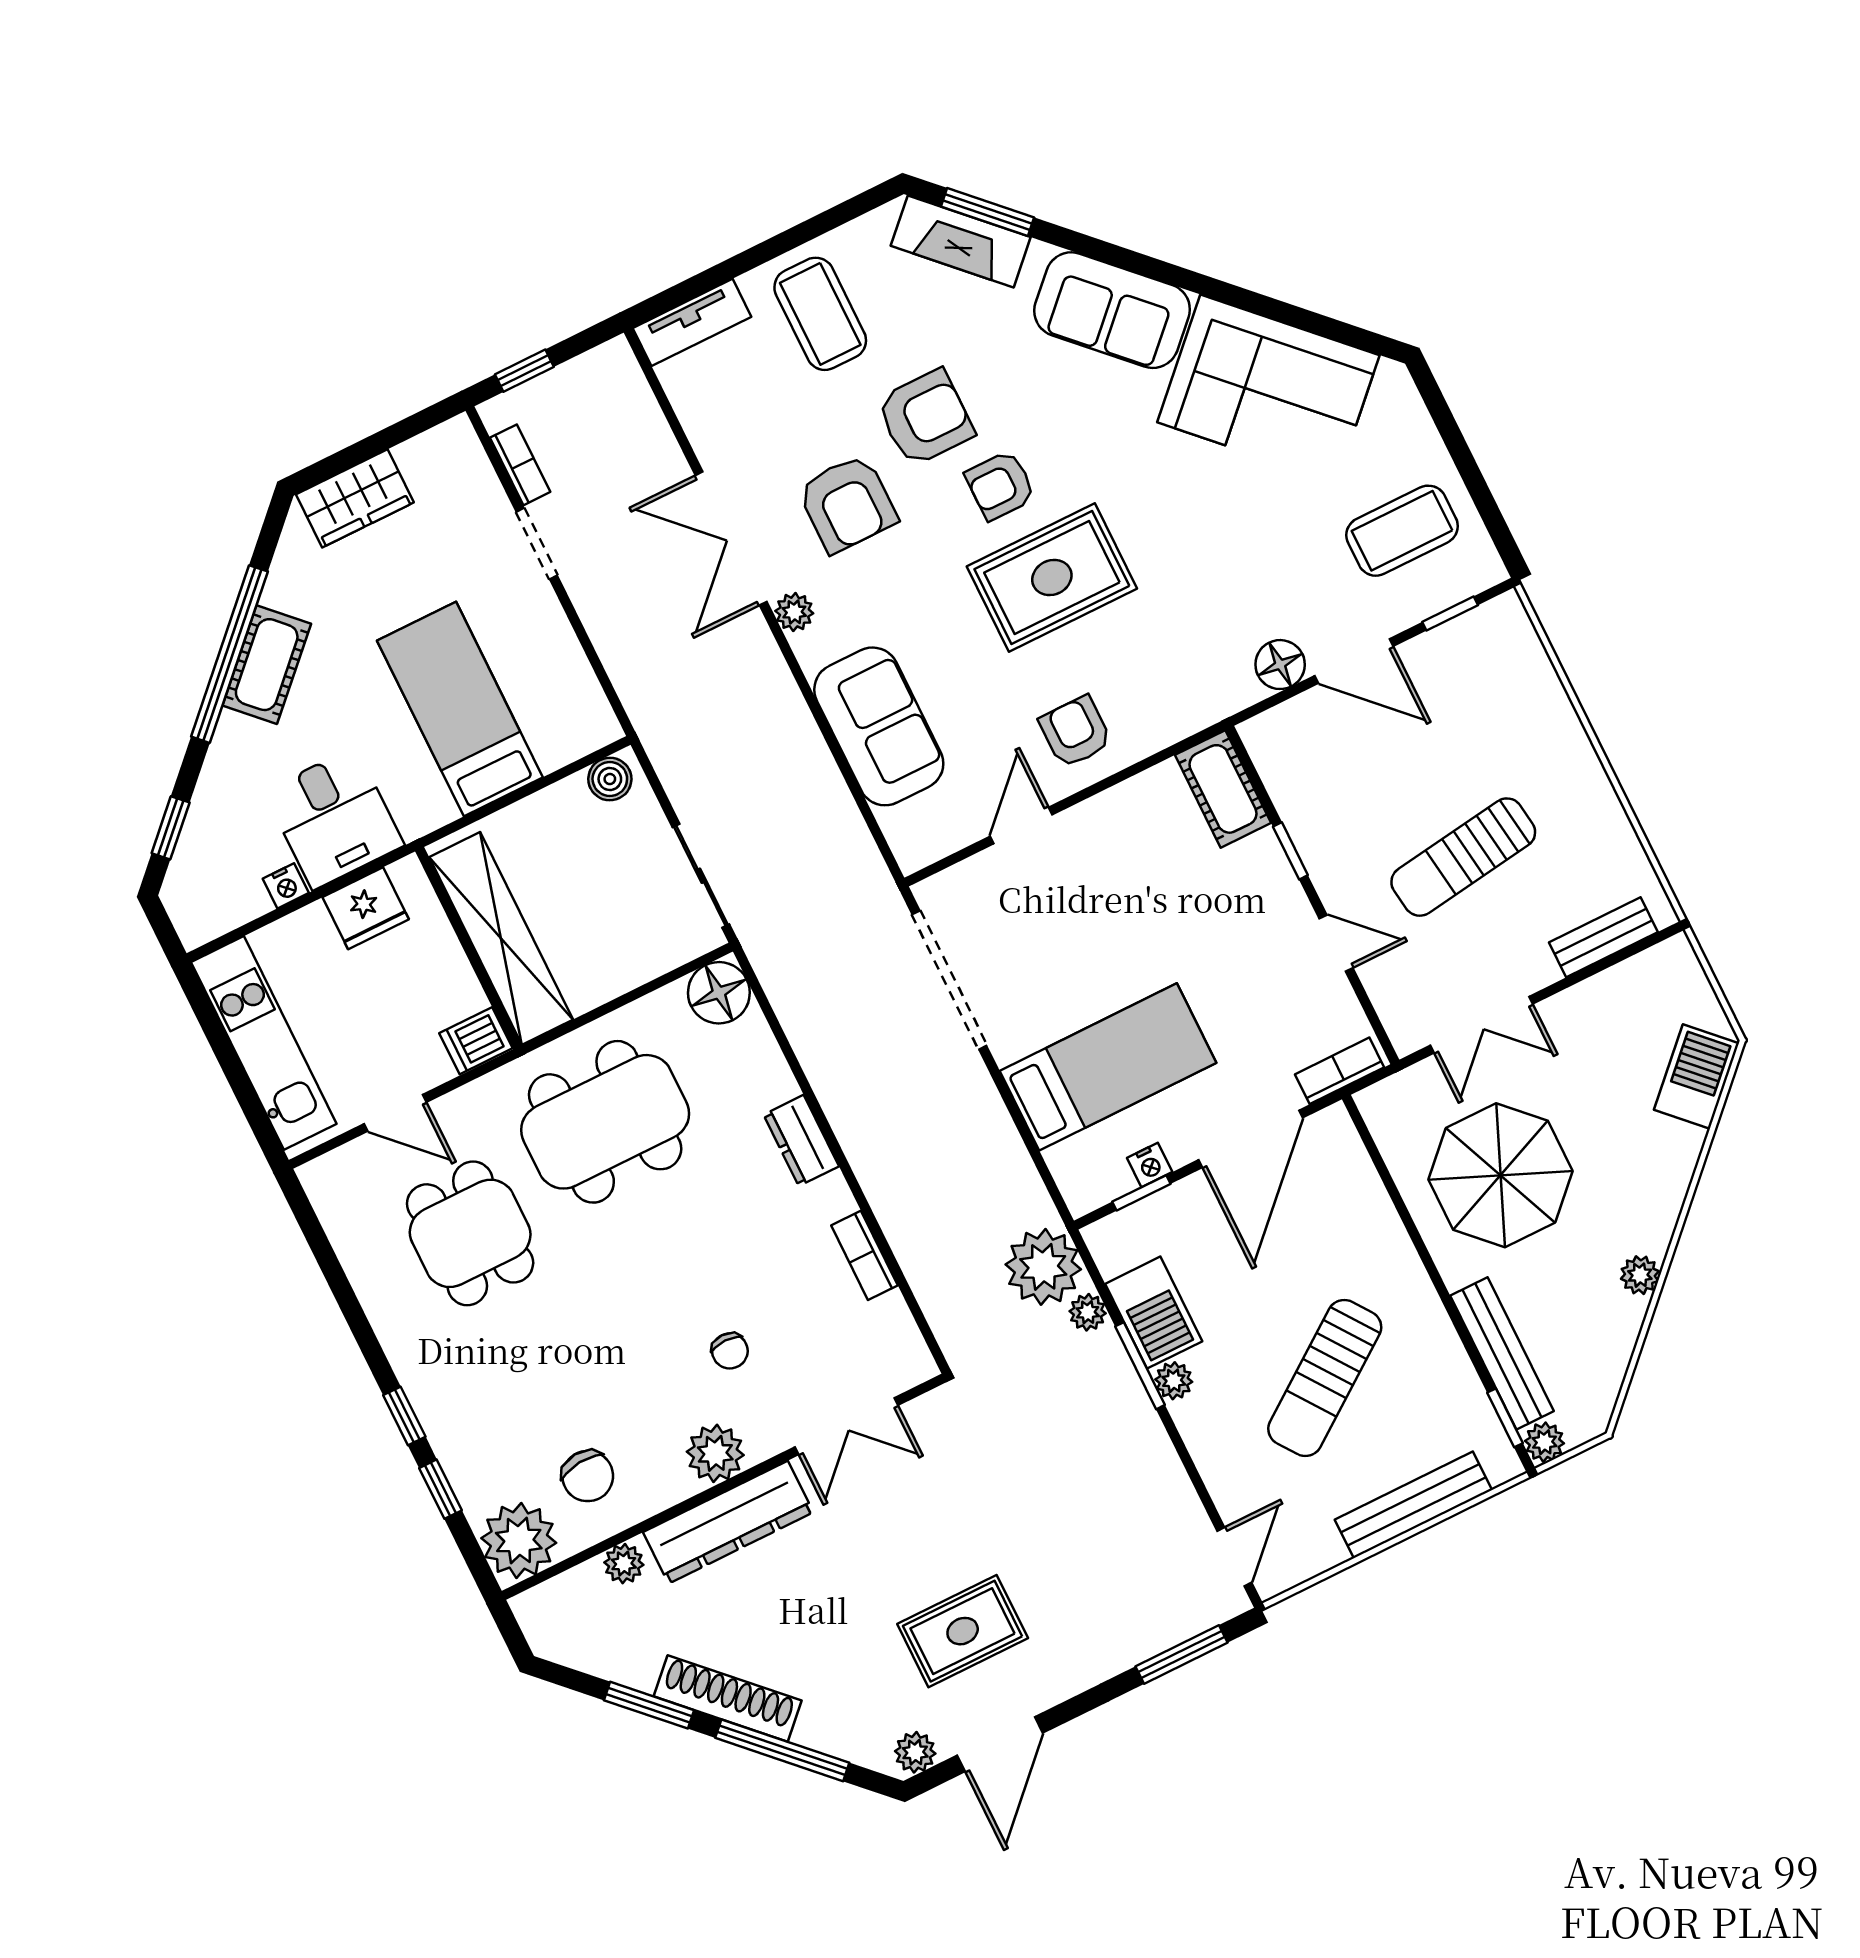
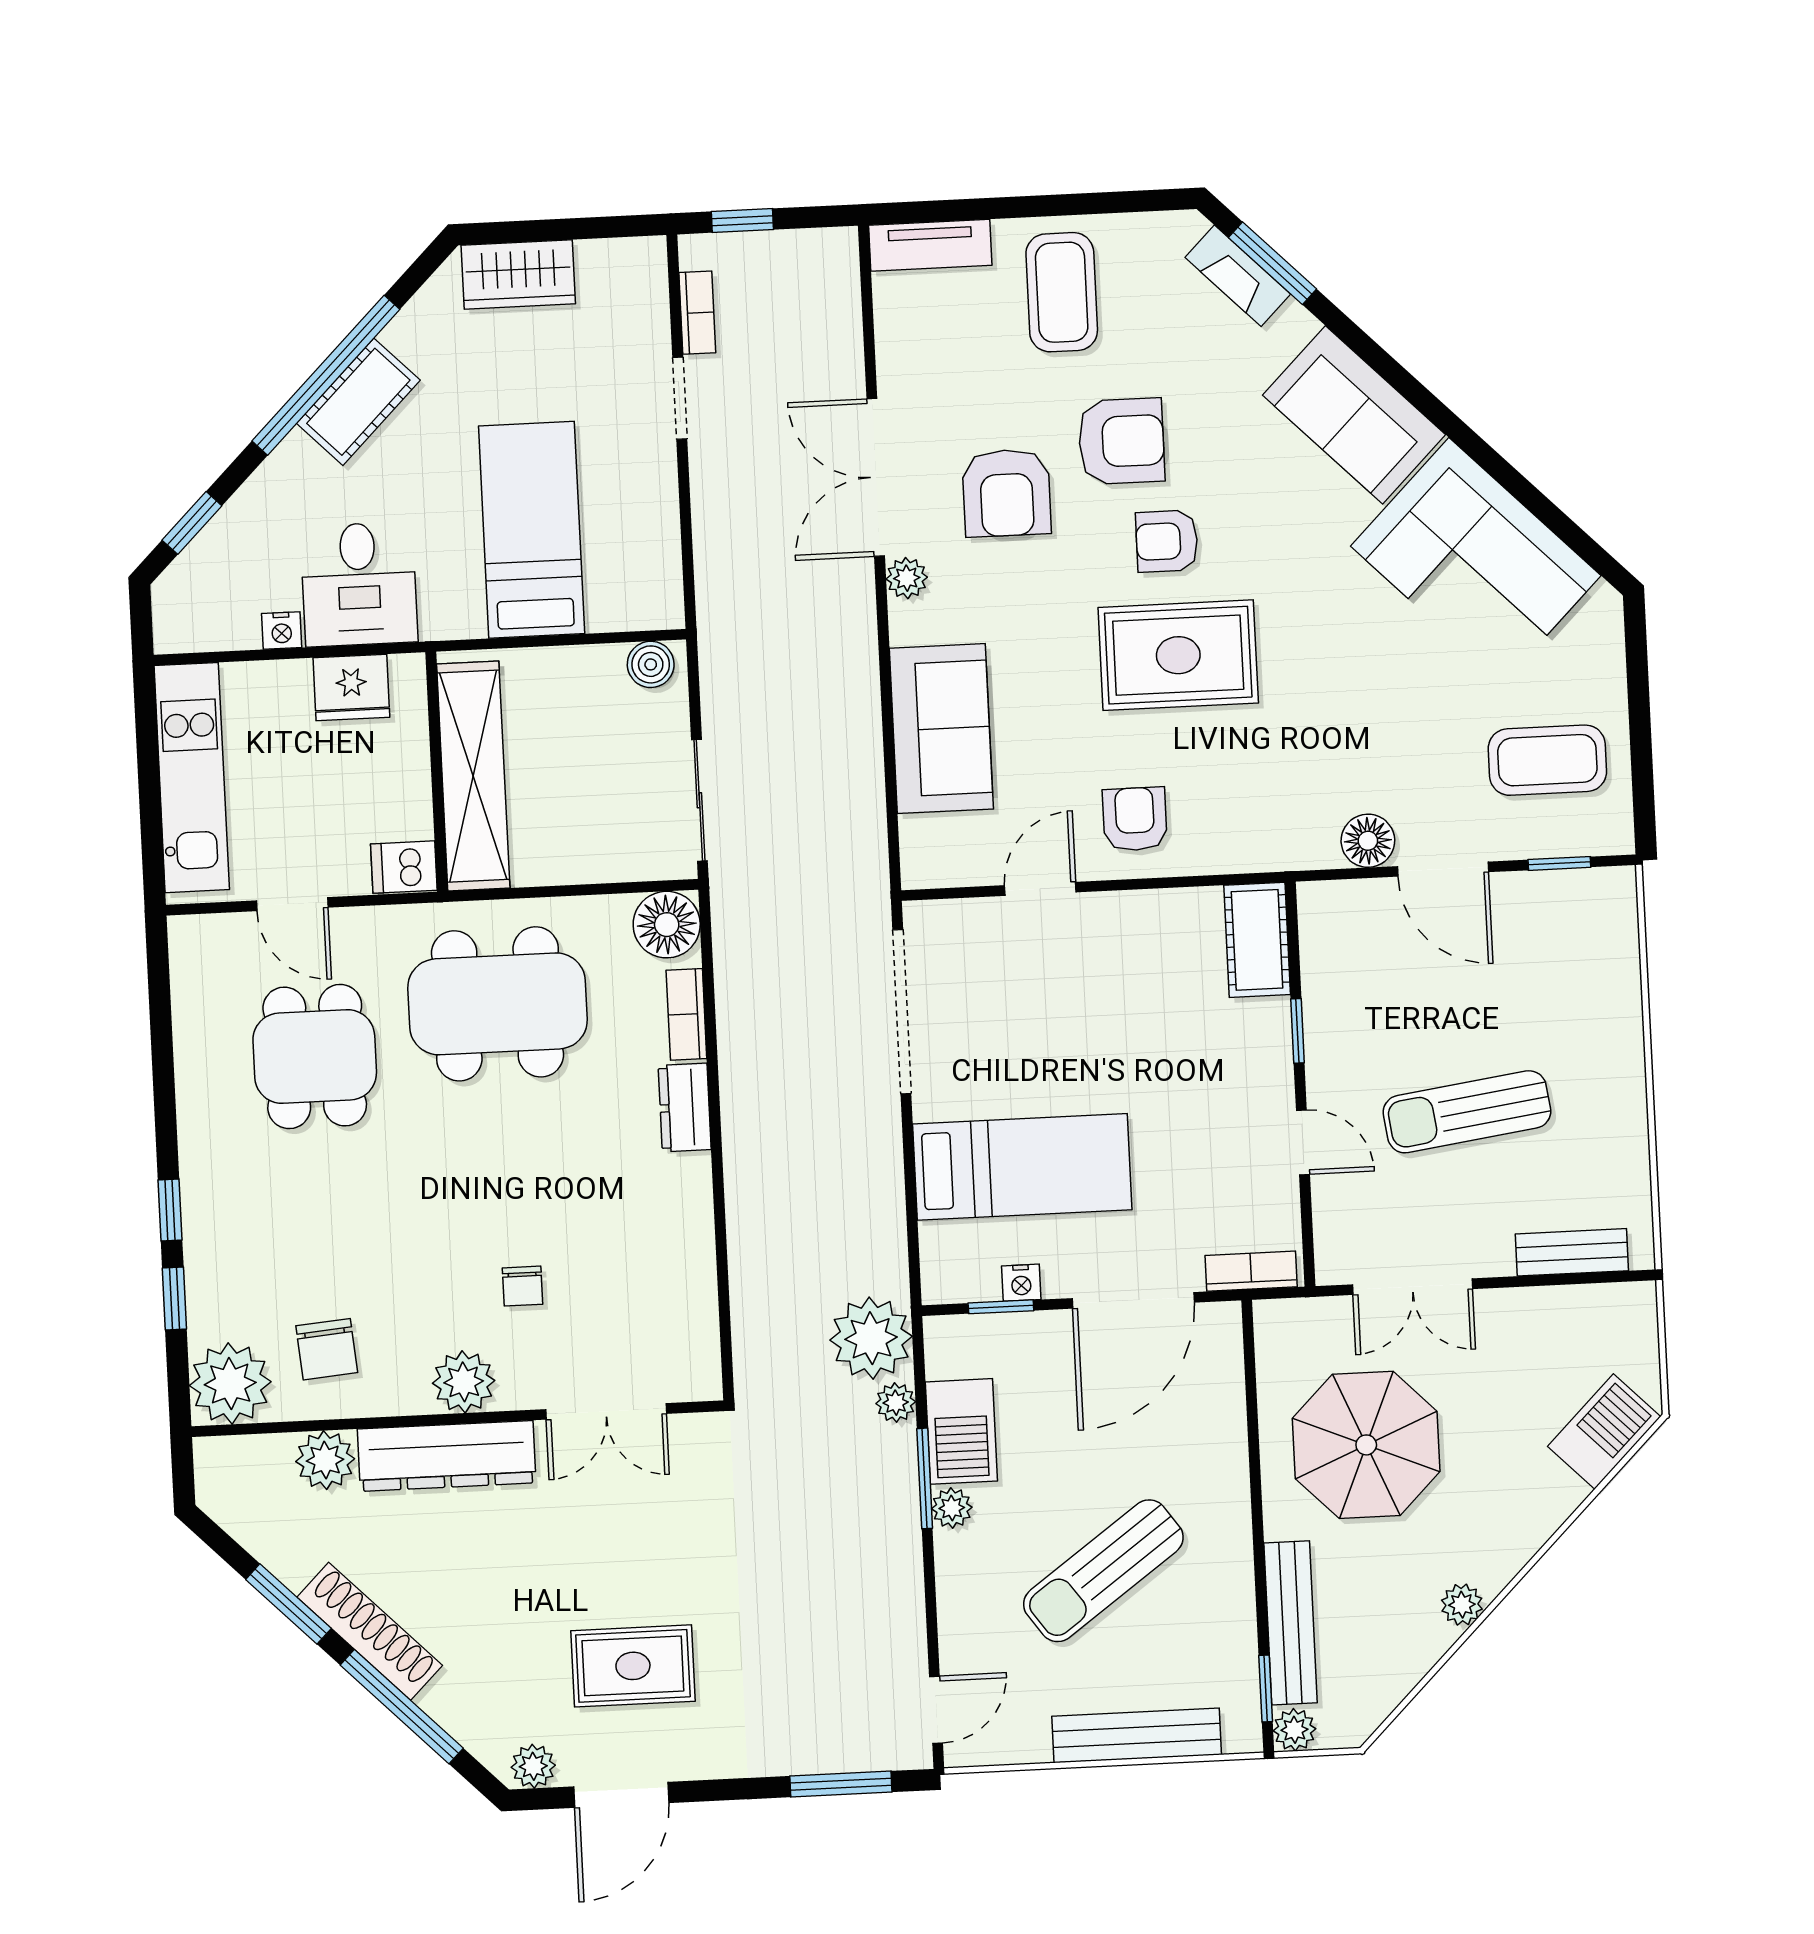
fireplace: (961, 241) -> (1238, 276), width x0.73, depth x0.76
bookcase: (864, 1255) -> (686, 1014), moved
plant: (624, 1564) -> (325, 1460), width x1.38, depth x1.38

